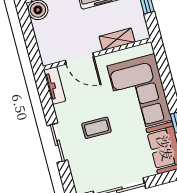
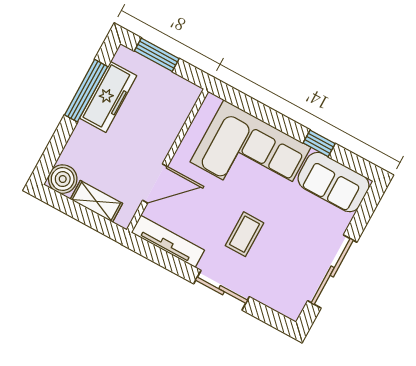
shelving: (117, 39) -> (96, 201), moved, turned 90
tv unit: (55, 85) -> (168, 241), width x1.41

